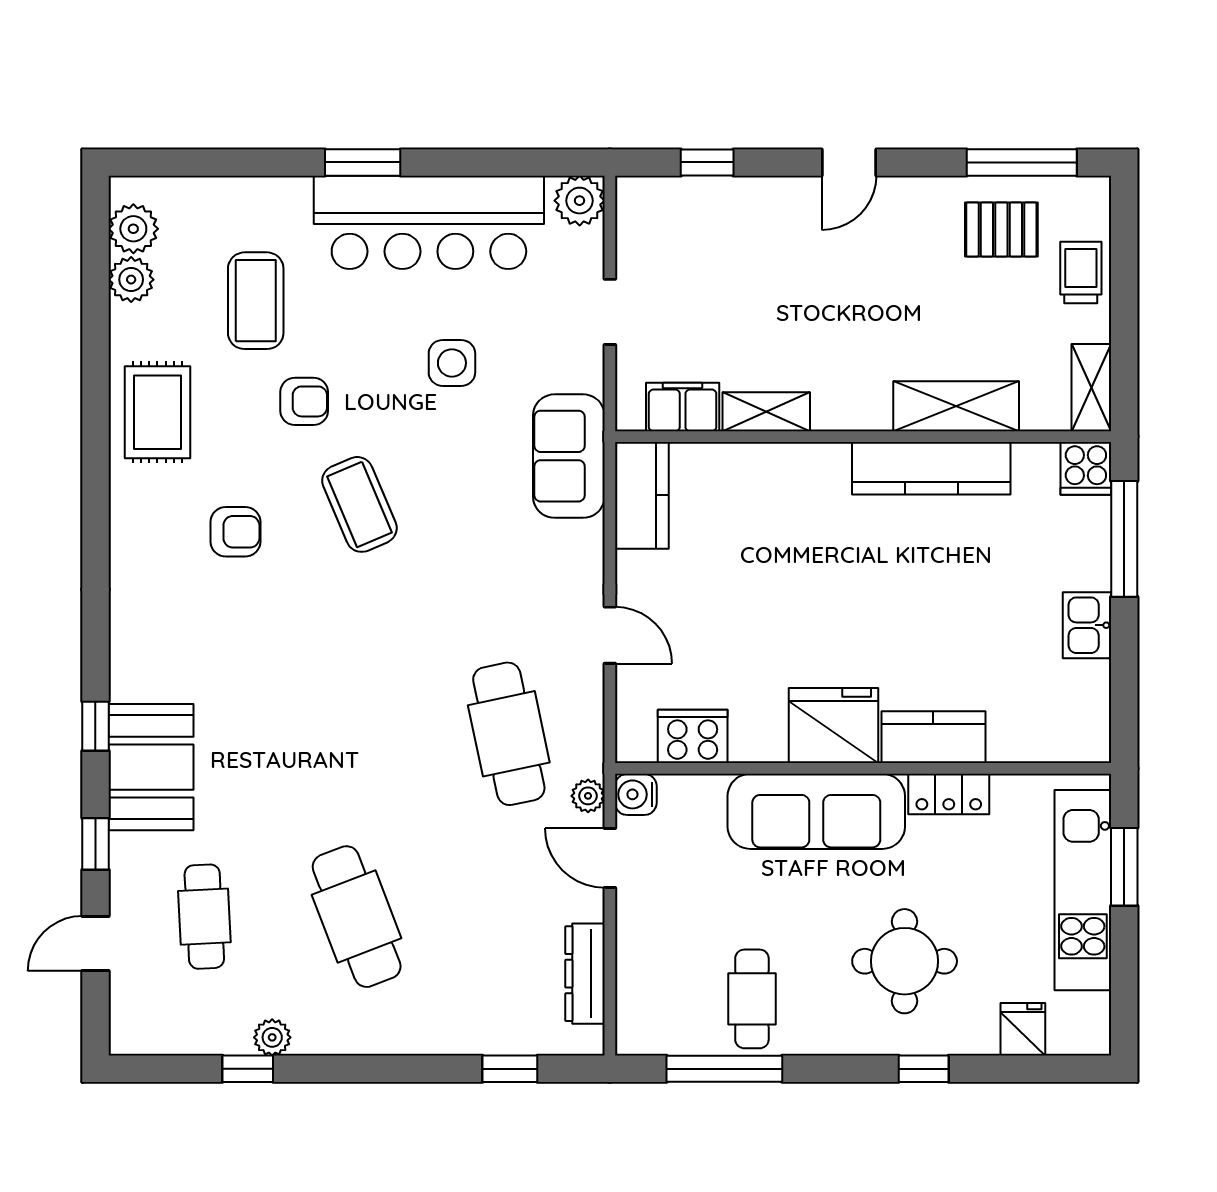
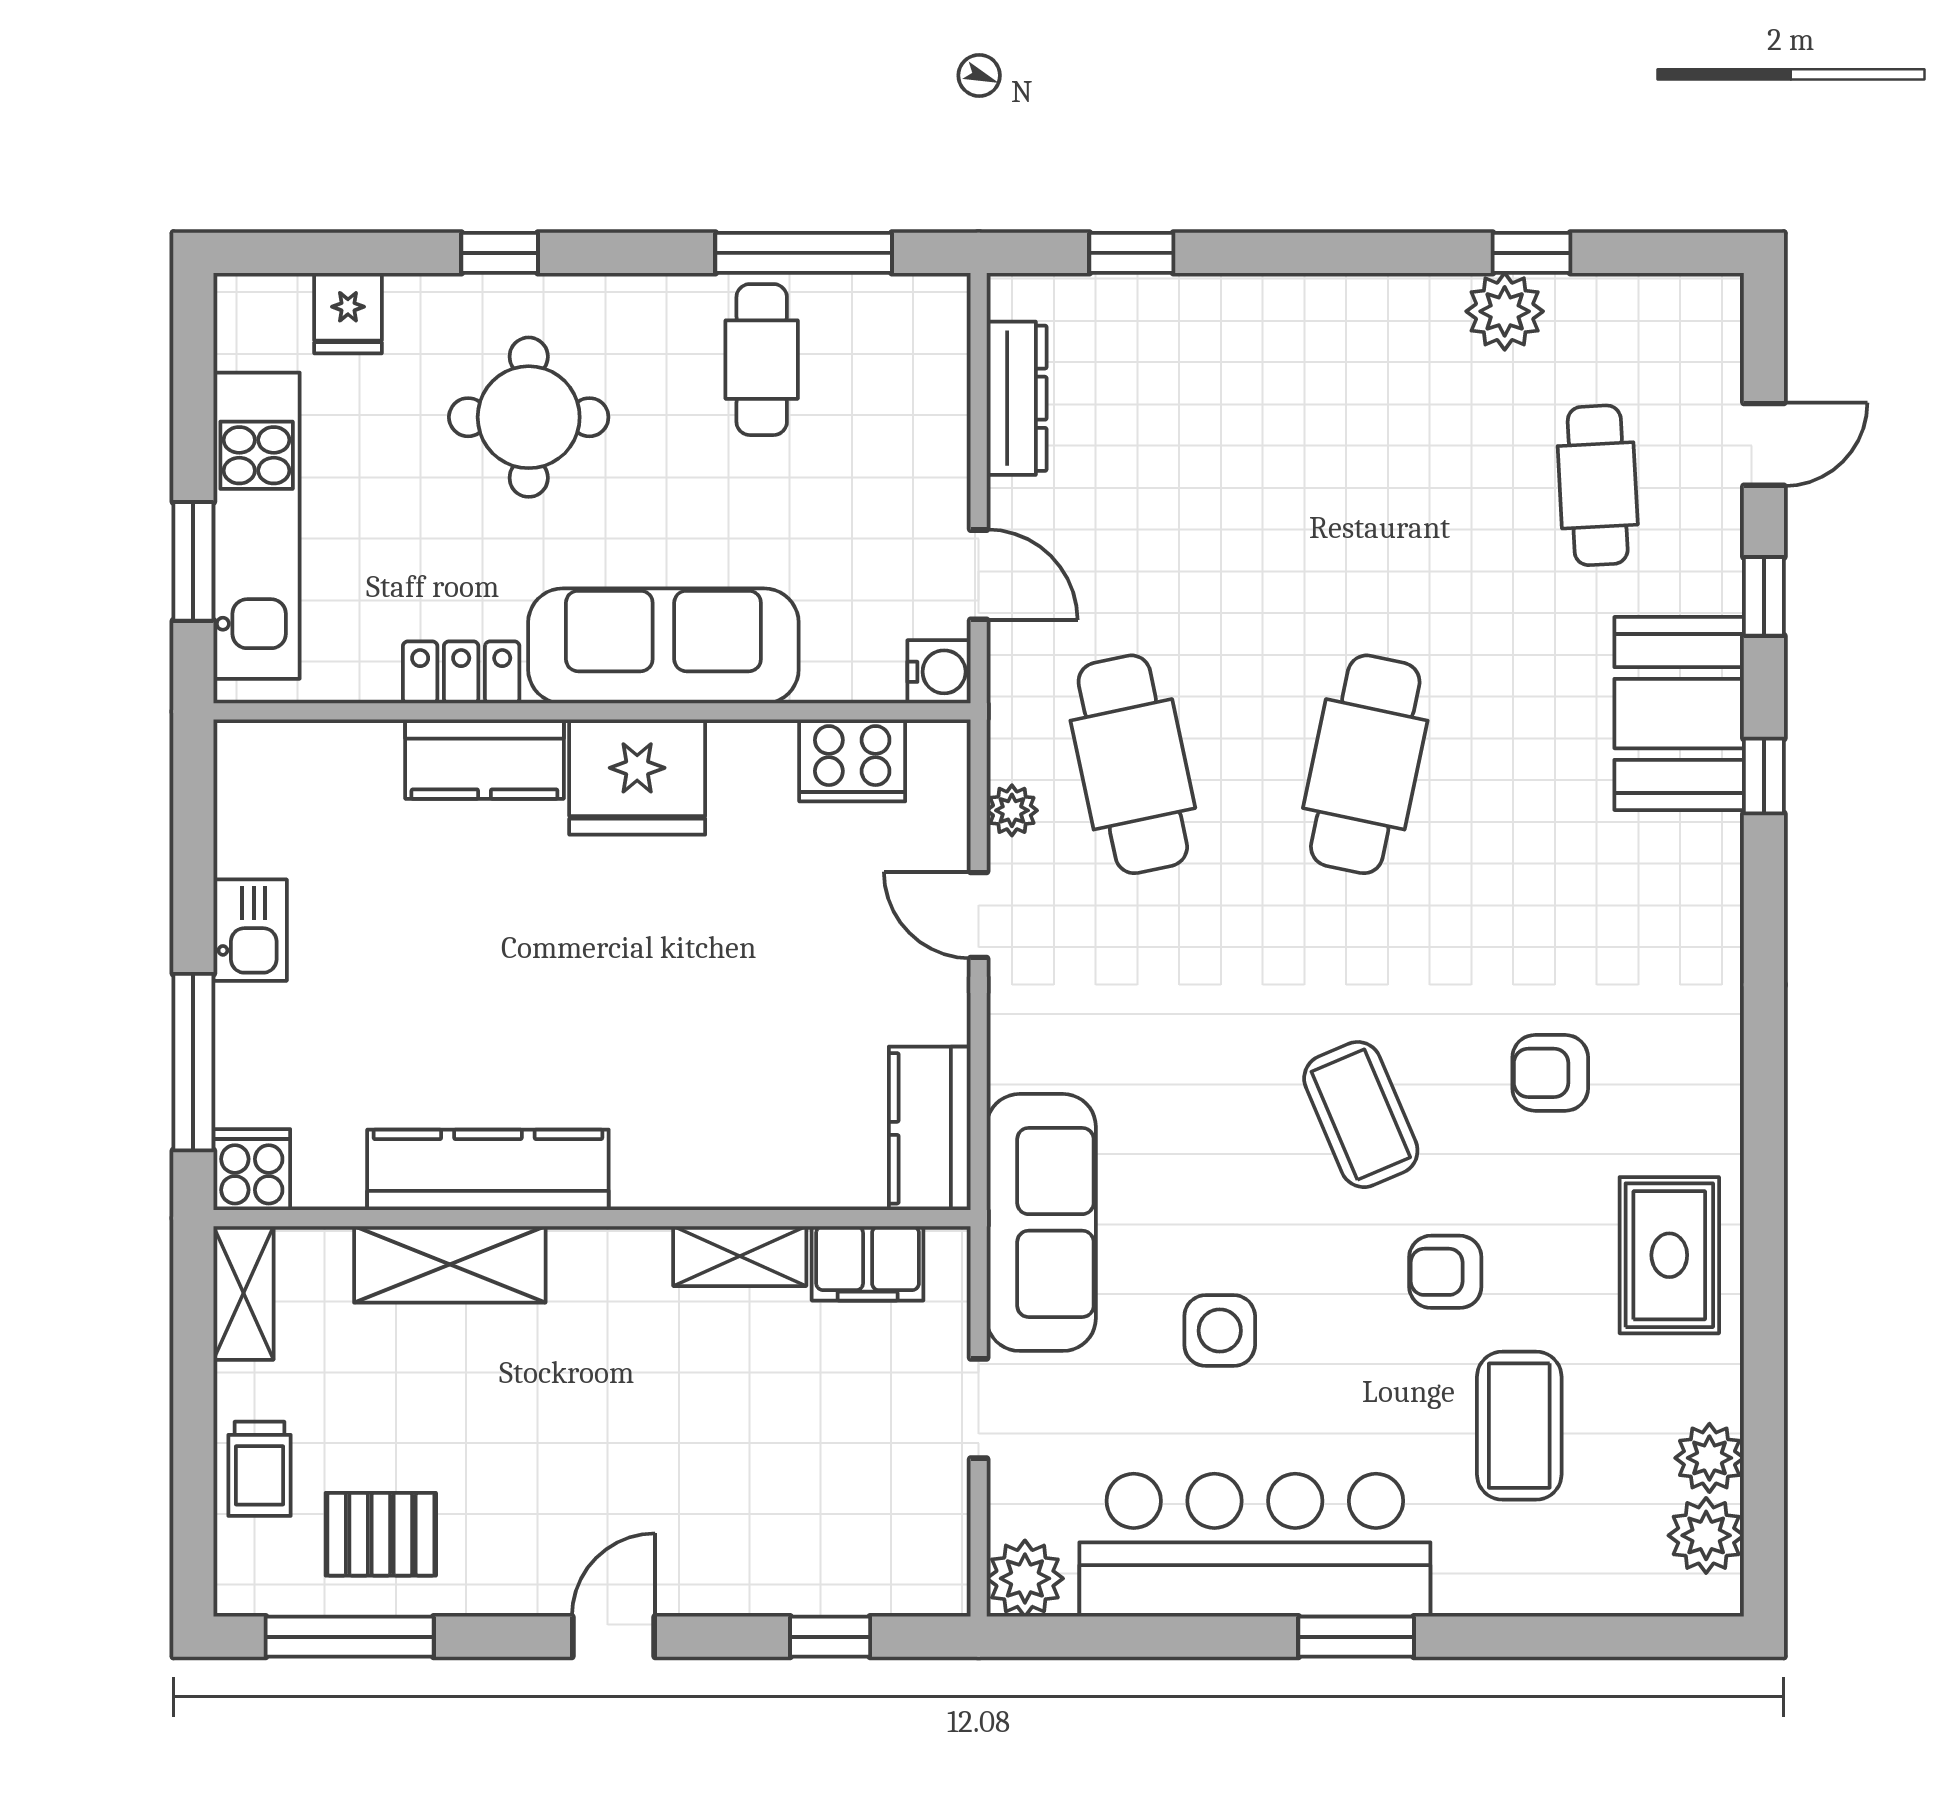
sofa: (569, 456) -> (1041, 1222), width x1.36
plant: (588, 796) -> (1012, 810), moved
cafe table: (357, 917) -> (1365, 764), moved, turned 33
plant: (272, 1037) -> (1505, 311), width x1.38, depth x1.38

